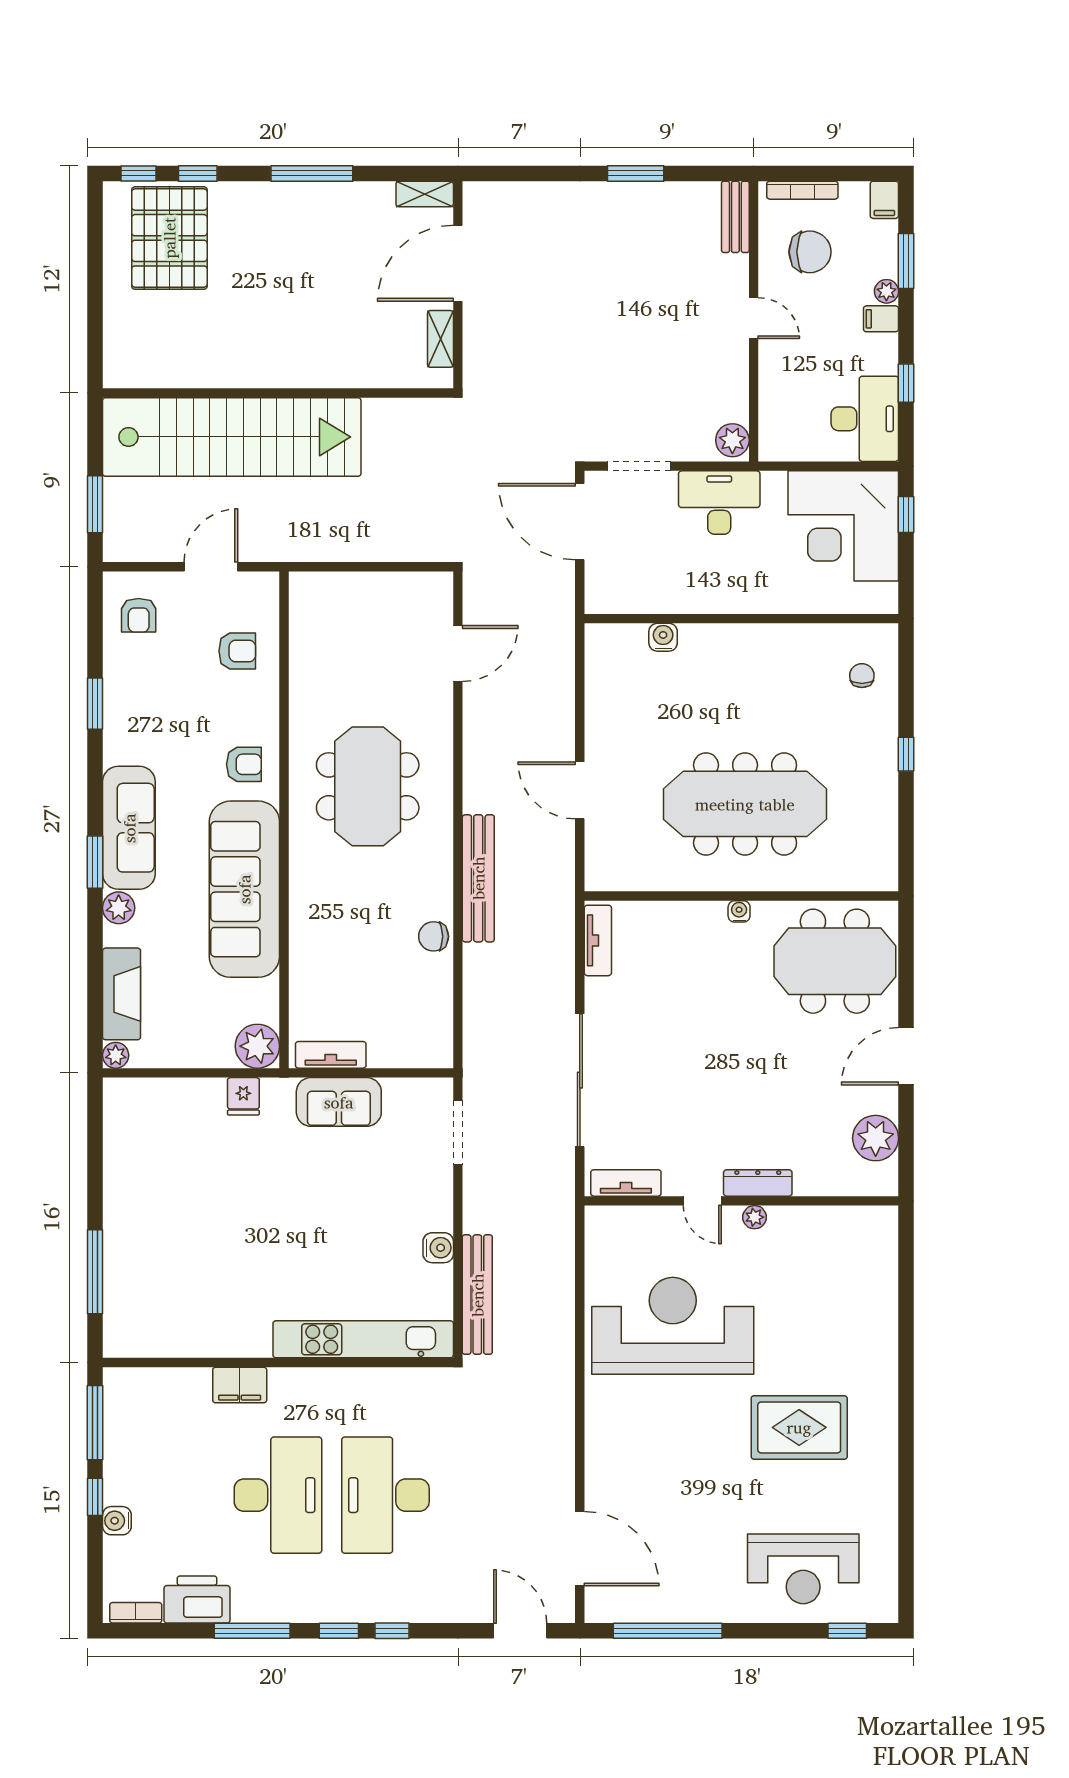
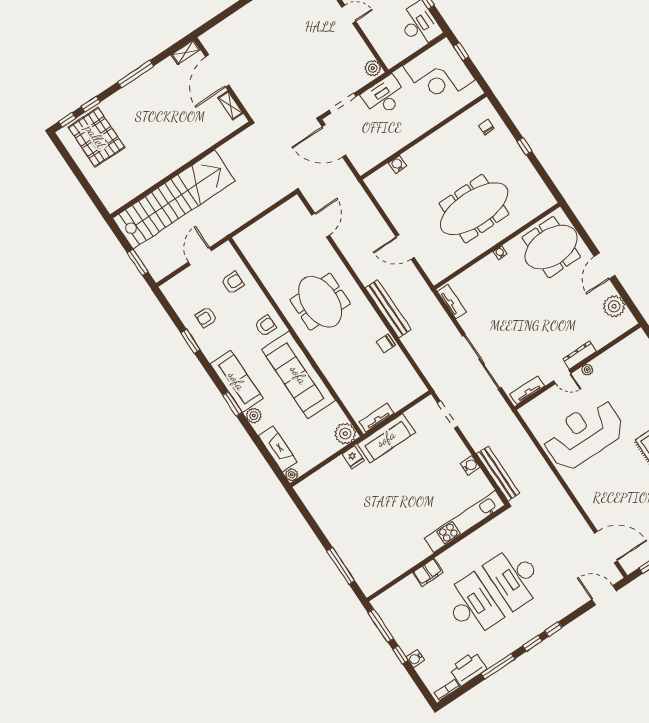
armchair: (139, 615) -> (206, 317), moved, turned 90
sofa: (339, 1102) -> (386, 438), width x1.36

